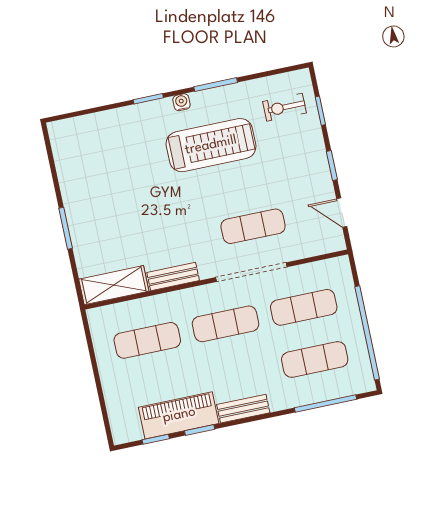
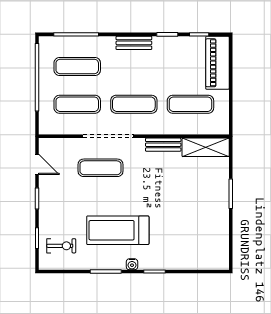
piano: (179, 415) -> (217, 63), moved, turned 90

